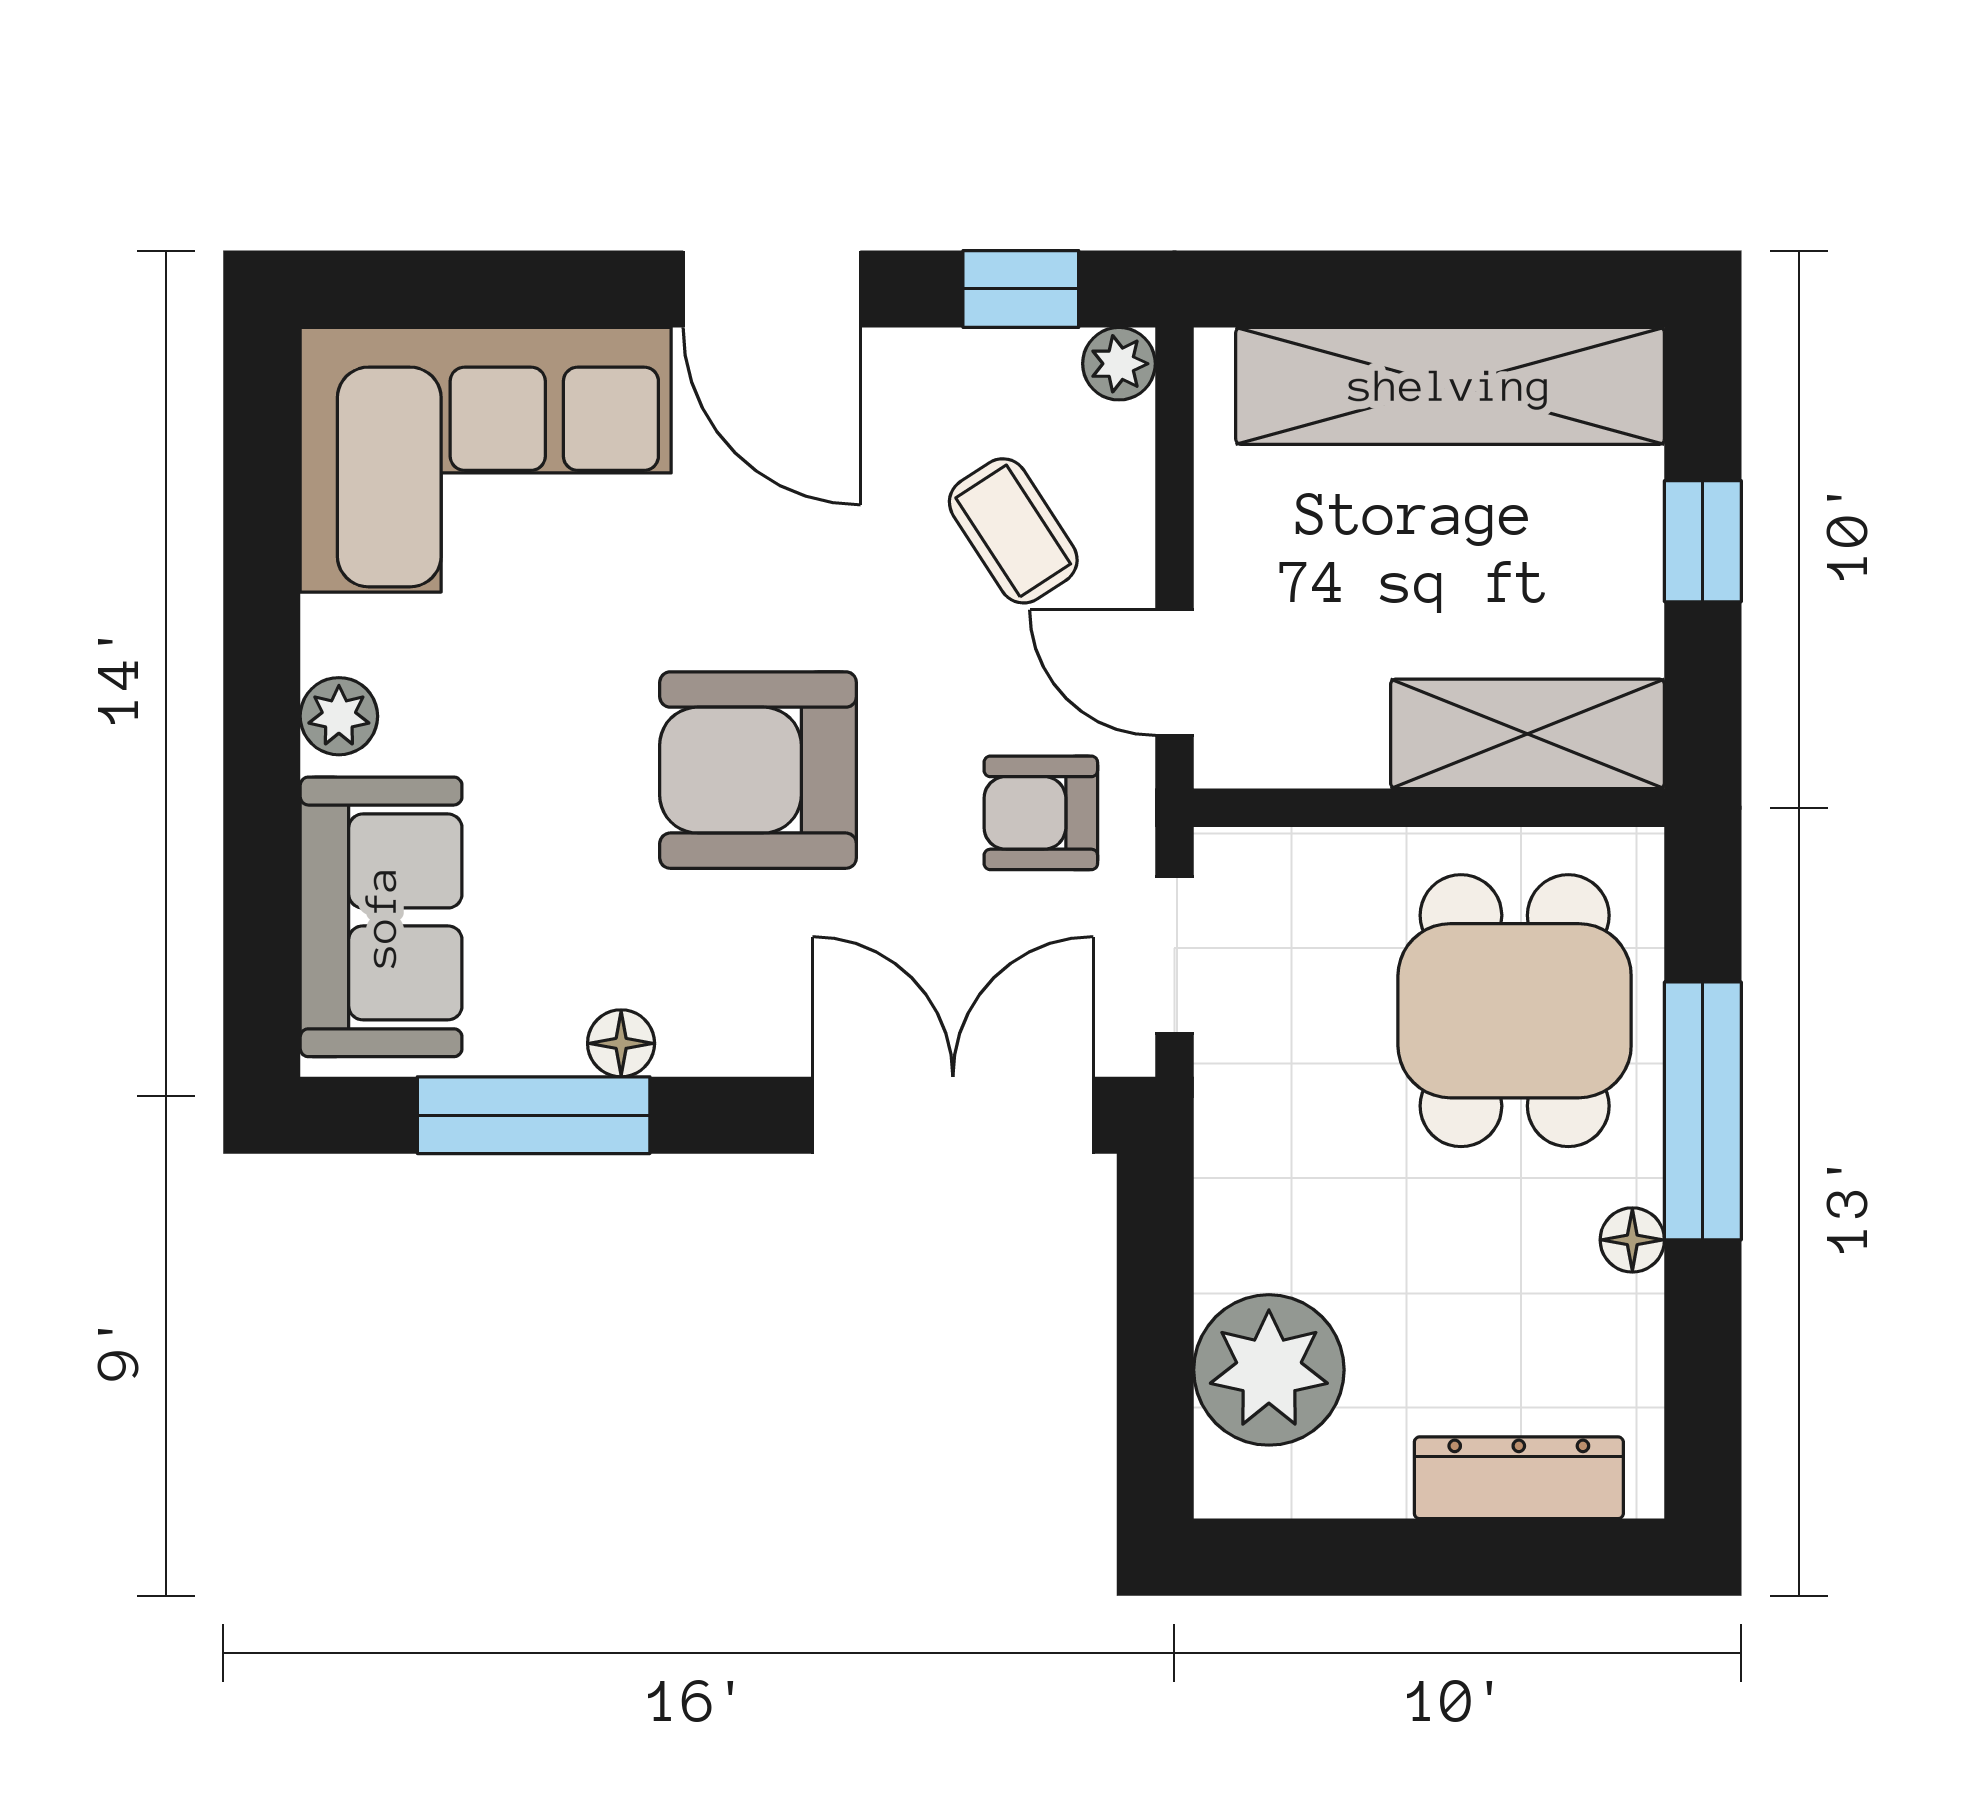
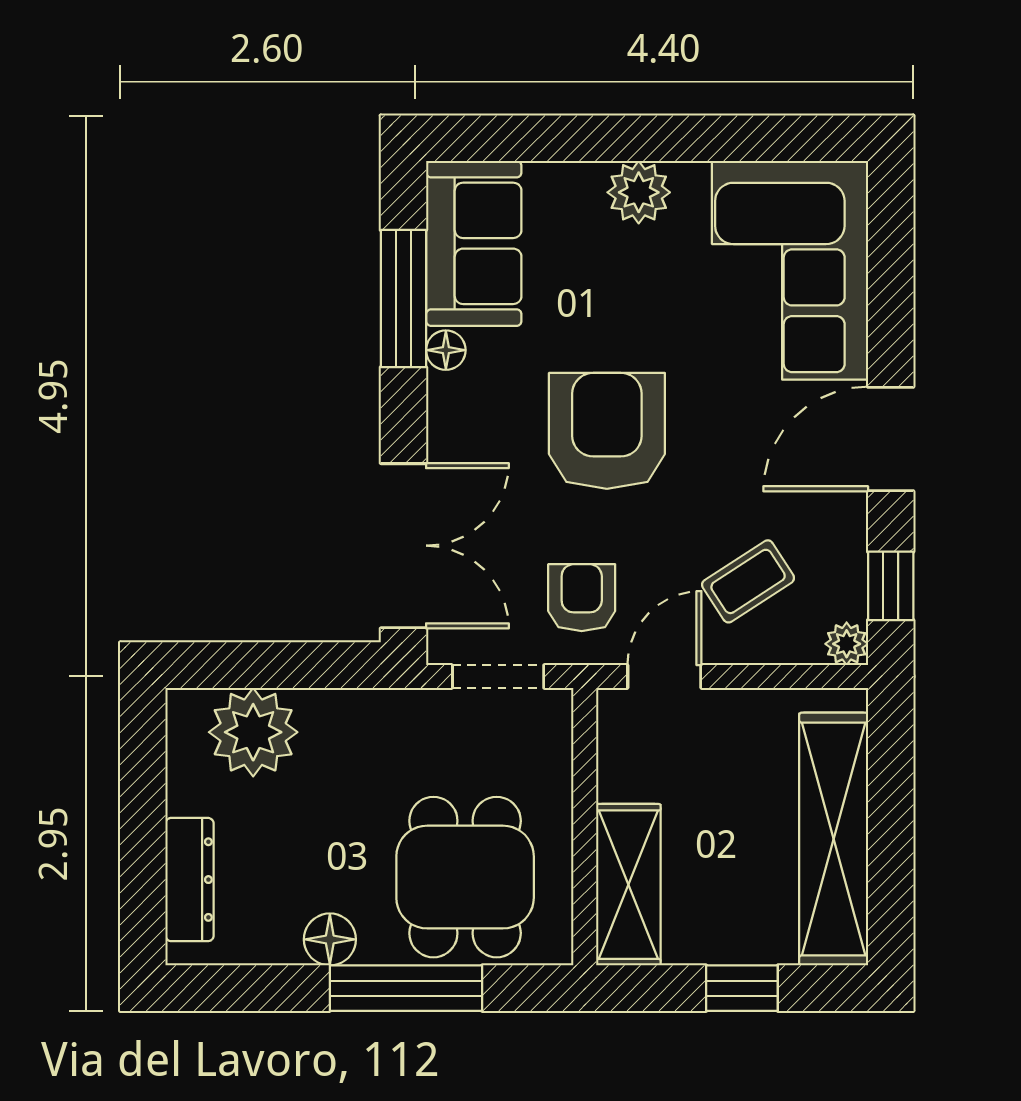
plant: (339, 716) -> (639, 192), width x1.38, depth x1.38
sofa: (381, 917) -> (474, 243), moved, turned -90
dining table: (1515, 1011) -> (465, 877), turned 90
floor lamp: (1632, 1240) -> (330, 939), width x1.37, depth x1.37

